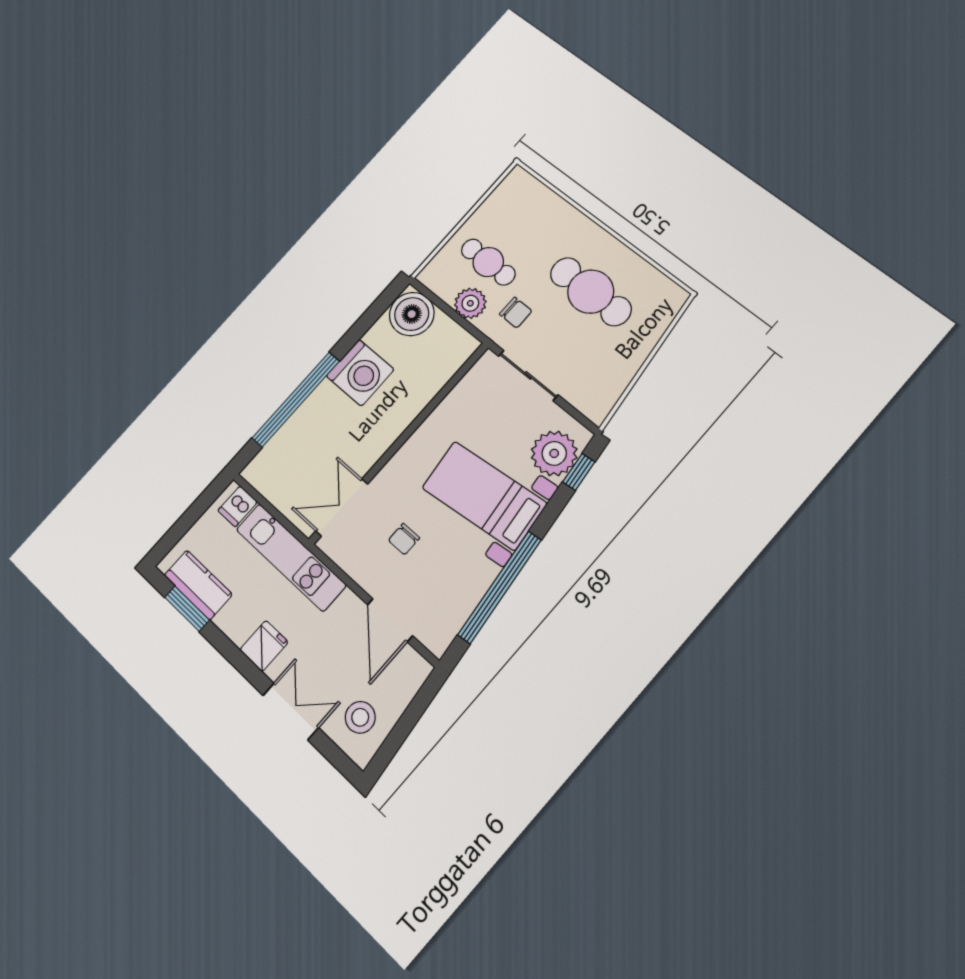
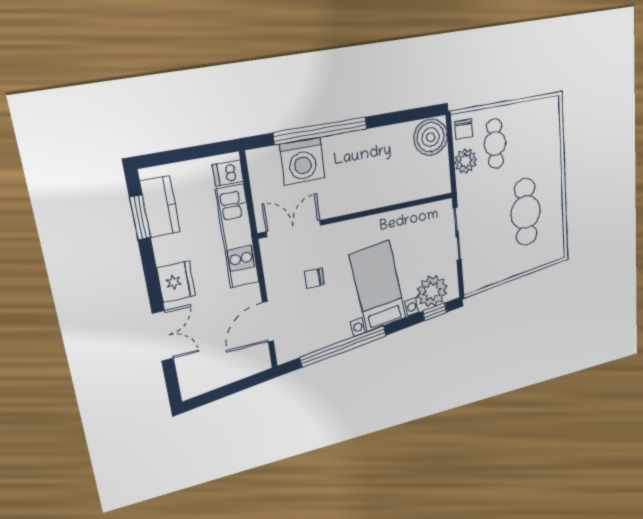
chair: (516, 313) -> (464, 129), moved
washing machine: (360, 373) -> (302, 161), moved
fridge: (264, 646) -> (176, 282), width x1.38
stool: (360, 717) -> (205, 368), removed

